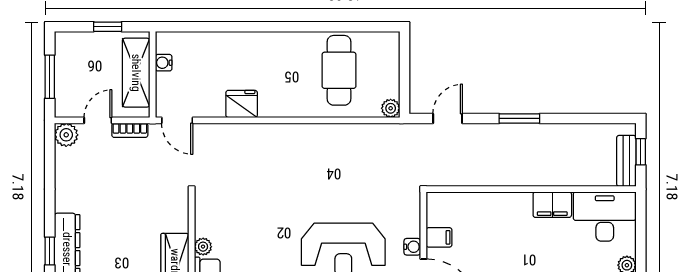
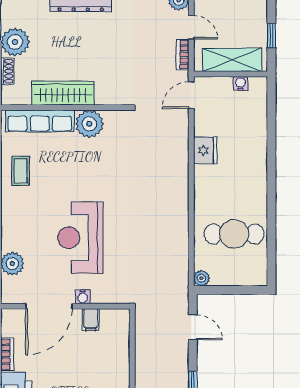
plant: (203, 247) -> (89, 124), width x1.87, depth x1.87

